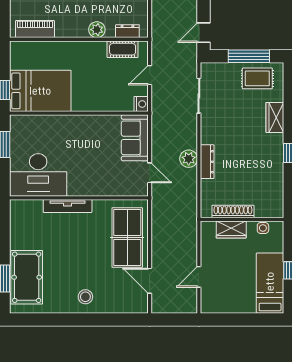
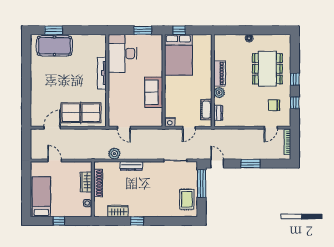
piano: (35, 29) -> (220, 74), moved
window: (249, 56) -> (202, 184), moved
door: (150, 75) -> (189, 128), swing flipped
wardrobe: (275, 117) -> (118, 211), moved
sofa: (135, 138) -> (154, 92), moved, turned -90
plant: (189, 159) -> (114, 154), moved
door: (150, 173) -> (124, 128), hinge flipped
bed: (270, 283) -> (41, 197), moved, turned -90
stool: (85, 297) -> (41, 85), removed

